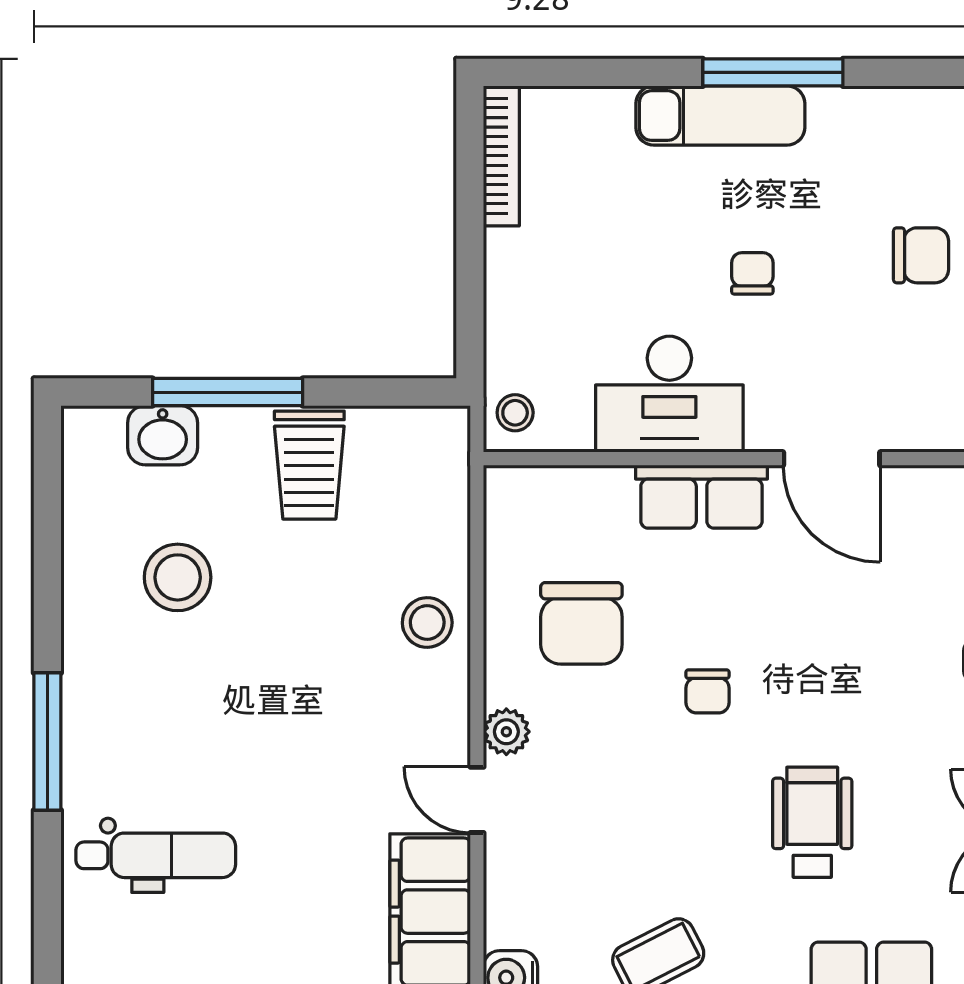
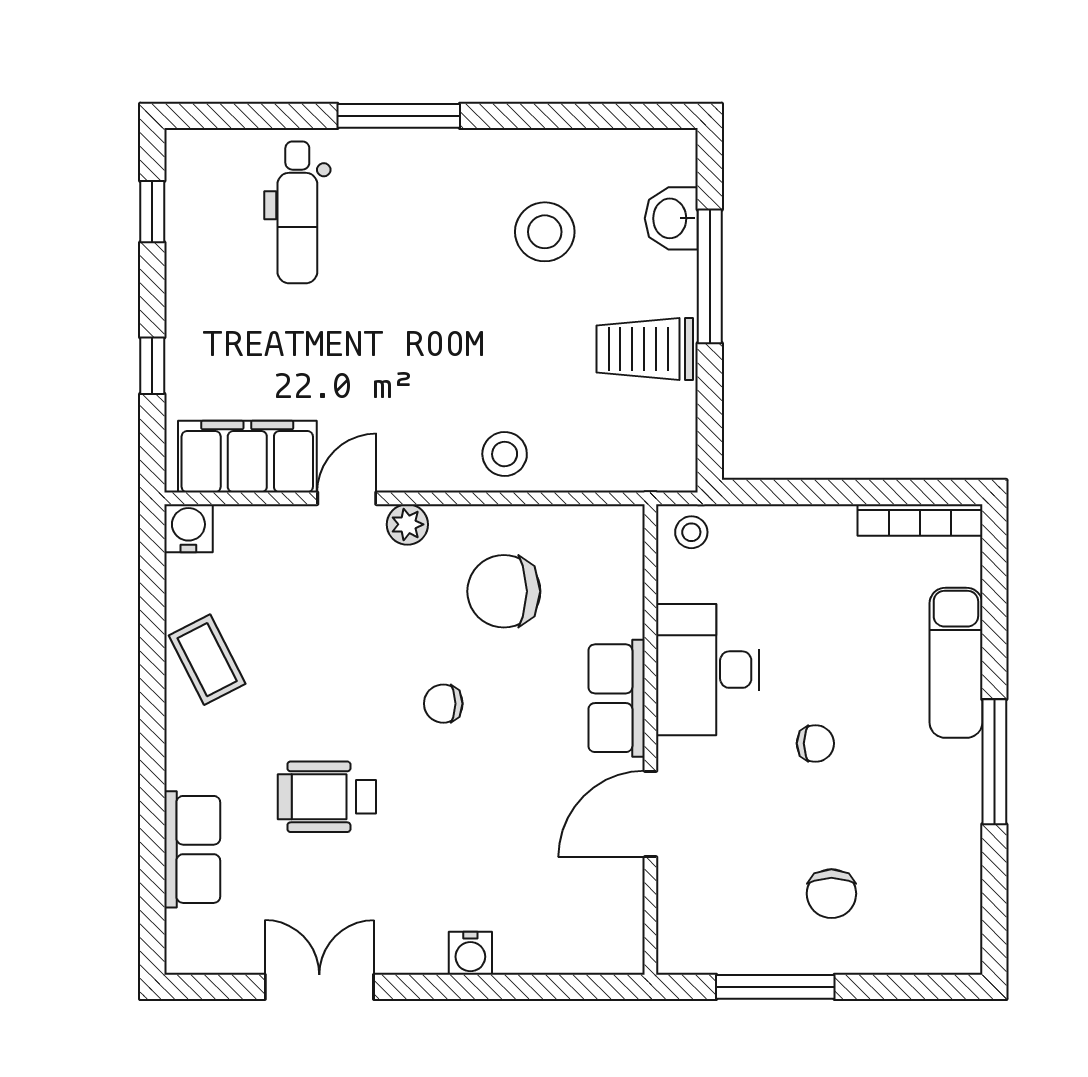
exam couch: (720, 116) -> (956, 663), moved
wheelchair: (812, 822) -> (327, 797), turned 180

